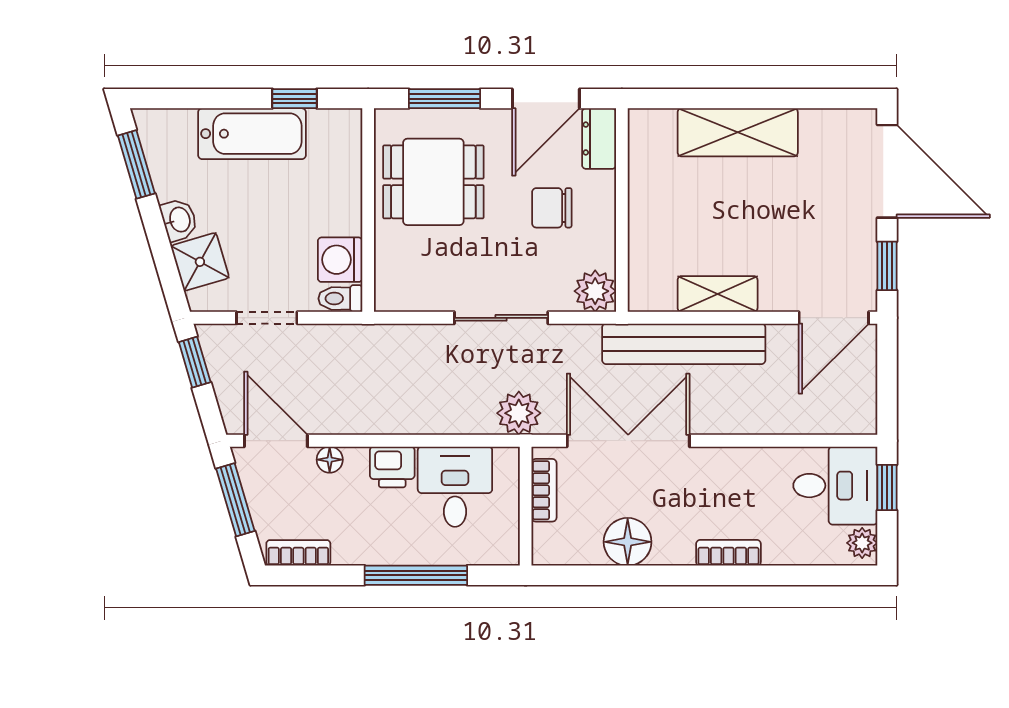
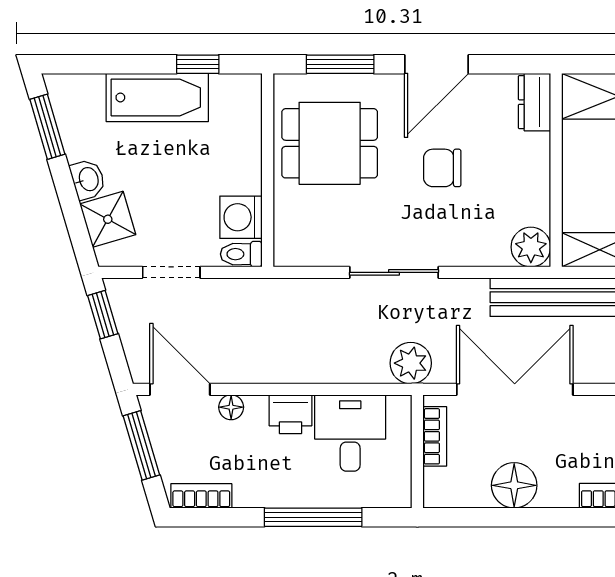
dresser: (599, 139) -> (535, 102), moved
wall: (622, 210) -> (556, 170), moved
plant: (595, 291) -> (531, 247), moved

